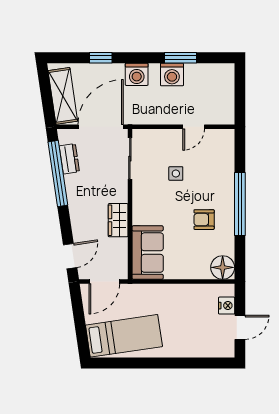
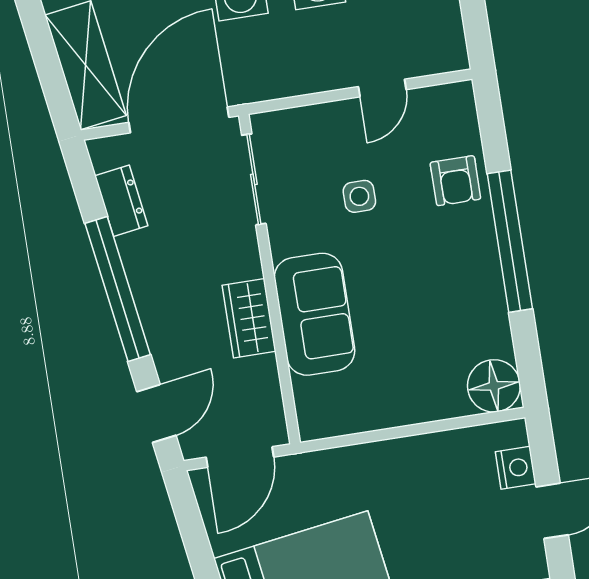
window: (58, 173) -> (118, 289), moved
armchair: (204, 220) -> (455, 181), moved, turned -90
sofa: (148, 253) -> (315, 314), moved

